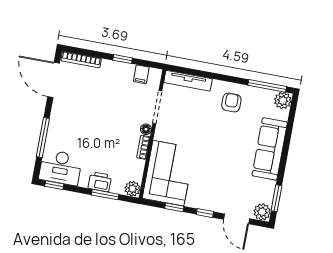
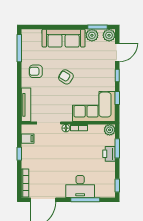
plant: (283, 101) -> (92, 35), moved
armchair: (216, 142) -> (66, 77), added
desk: (61, 167) -> (80, 186), moved, turned 90

